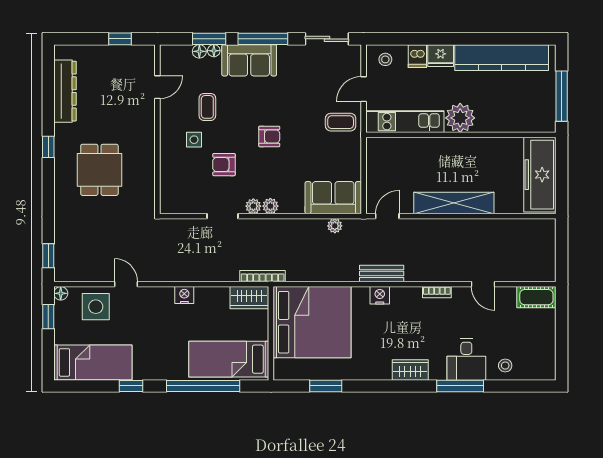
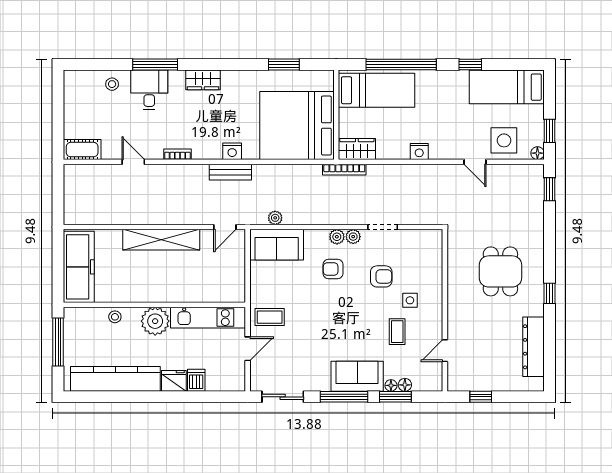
stool: (385, 59) -> (115, 317), moved
armchair: (269, 136) -> (333, 269), moved

